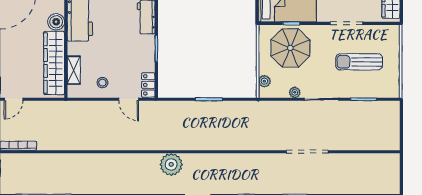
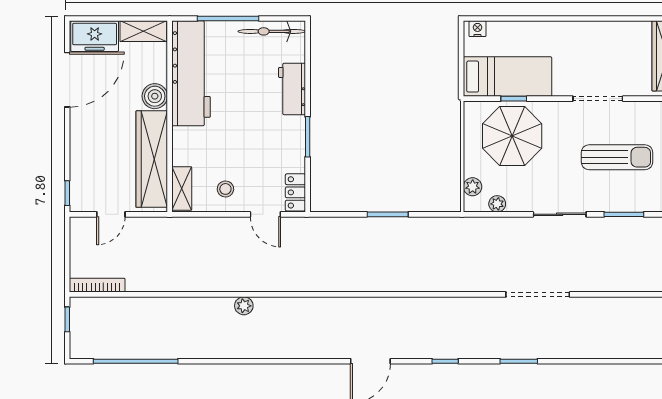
sun lounger: (359, 62) -> (617, 157), turned 180
shelving: (74, 70) -> (182, 189), moved
plant: (295, 92) -> (497, 204), moved
door: (14, 99) -> (111, 214), moved
plant: (171, 164) -> (244, 306), moved, width x0.53, depth x0.53

